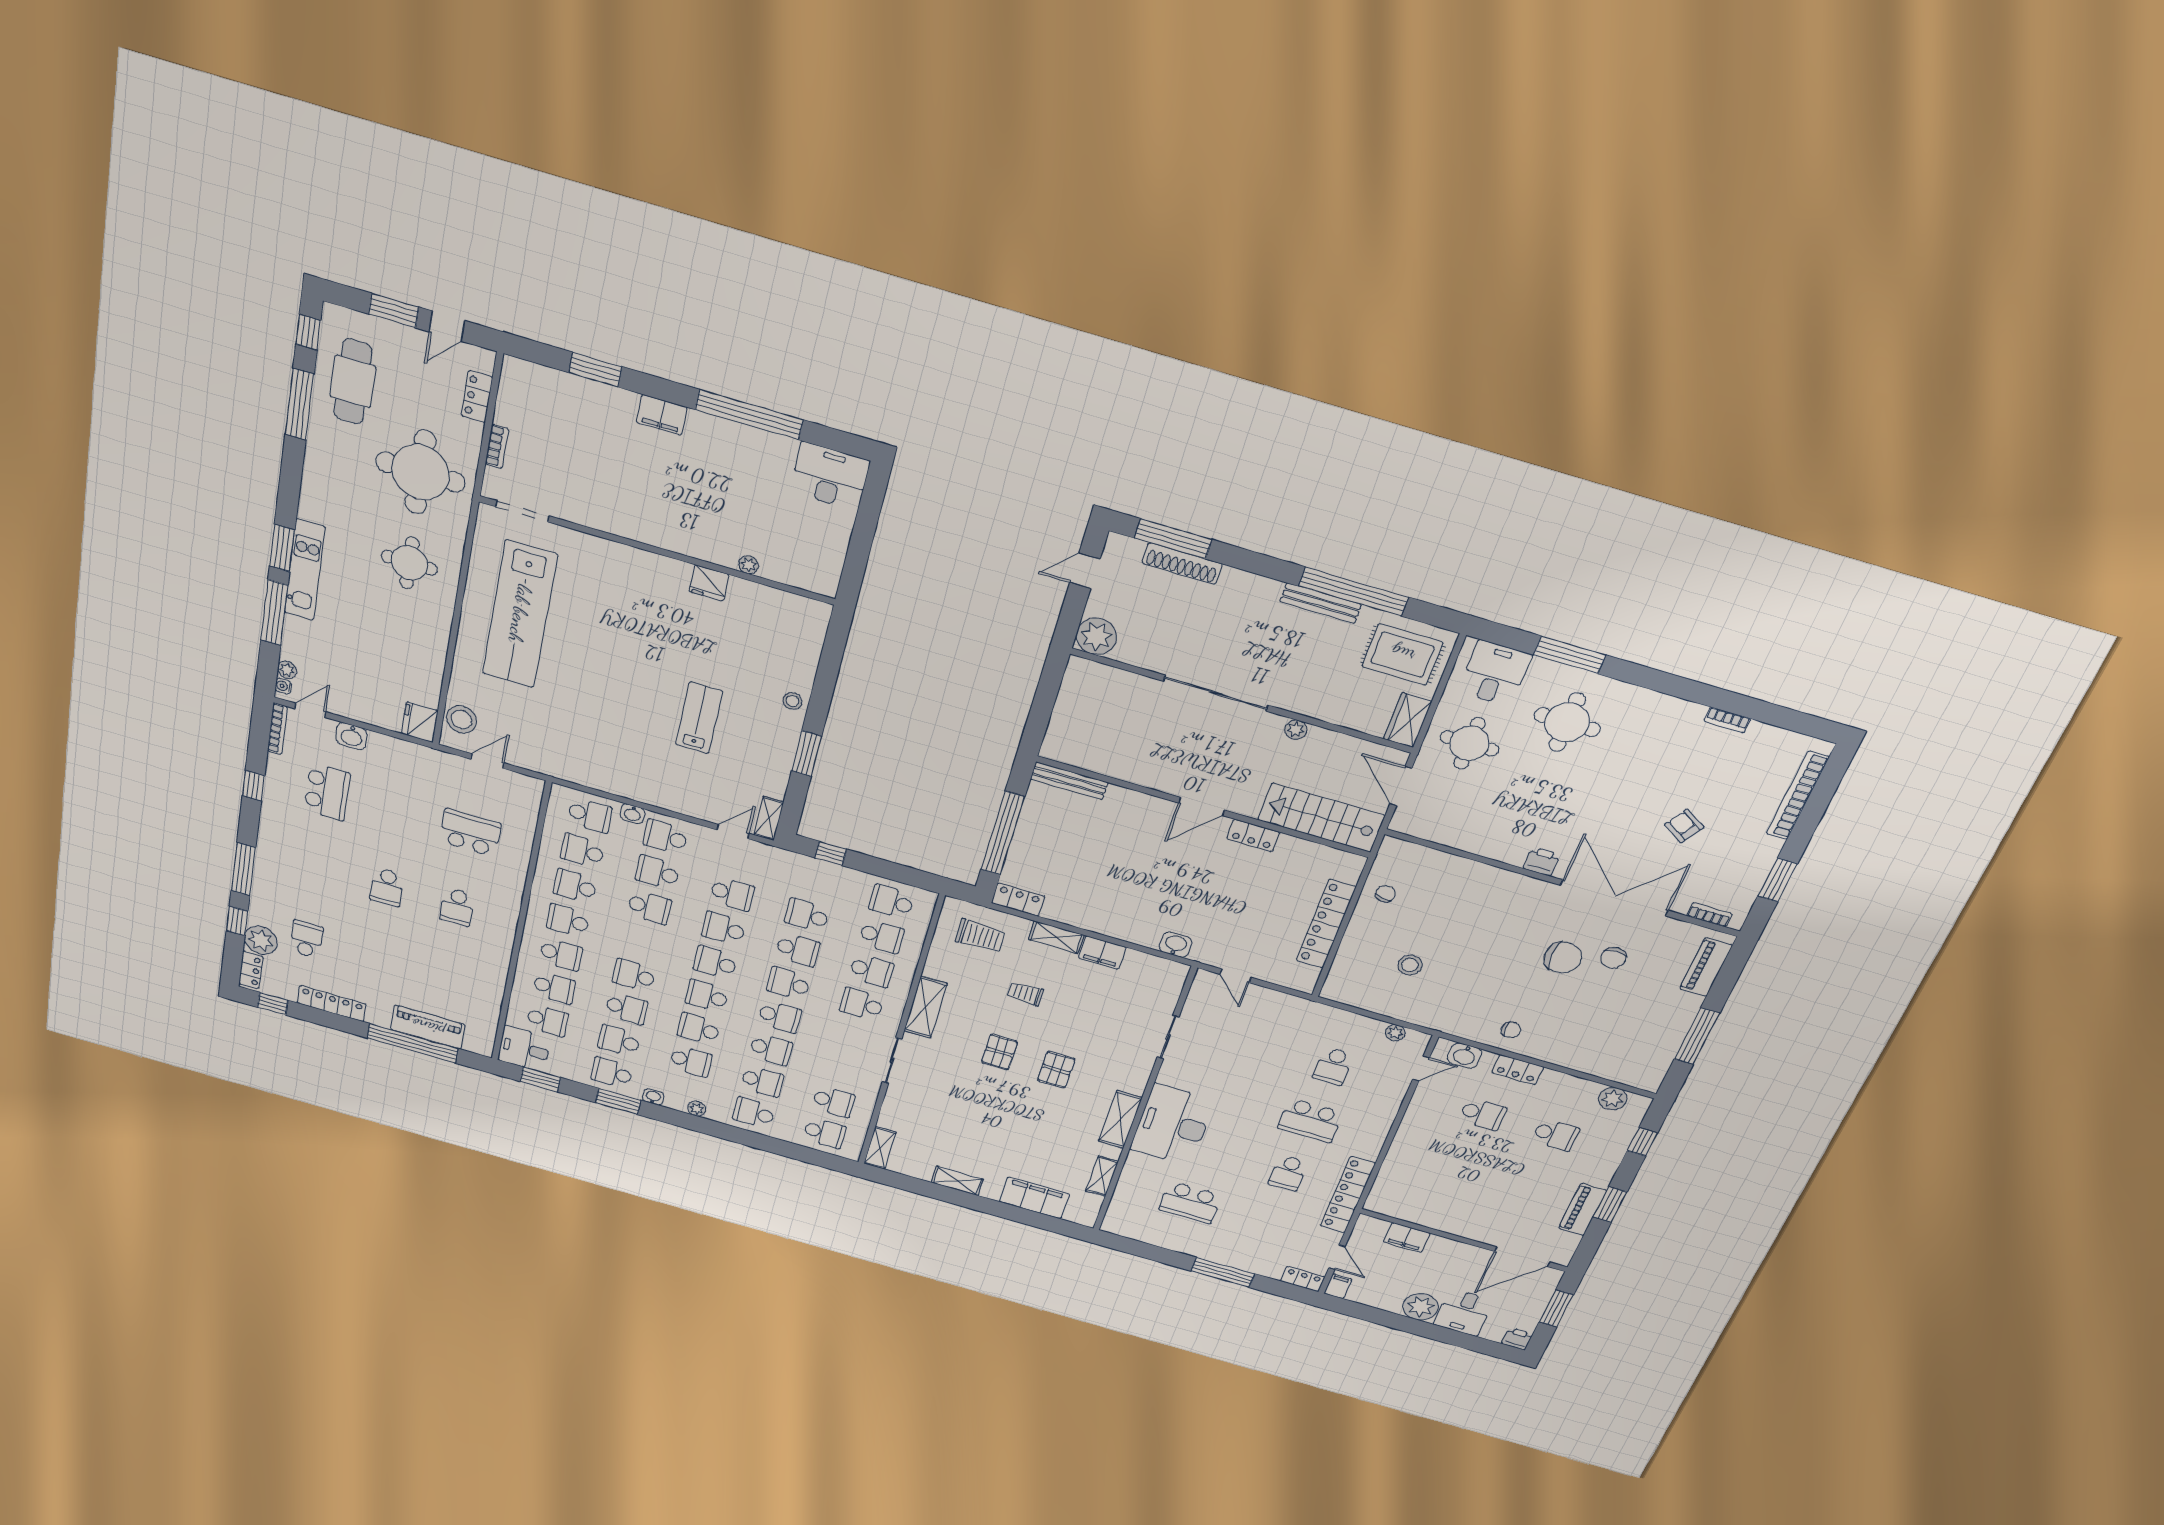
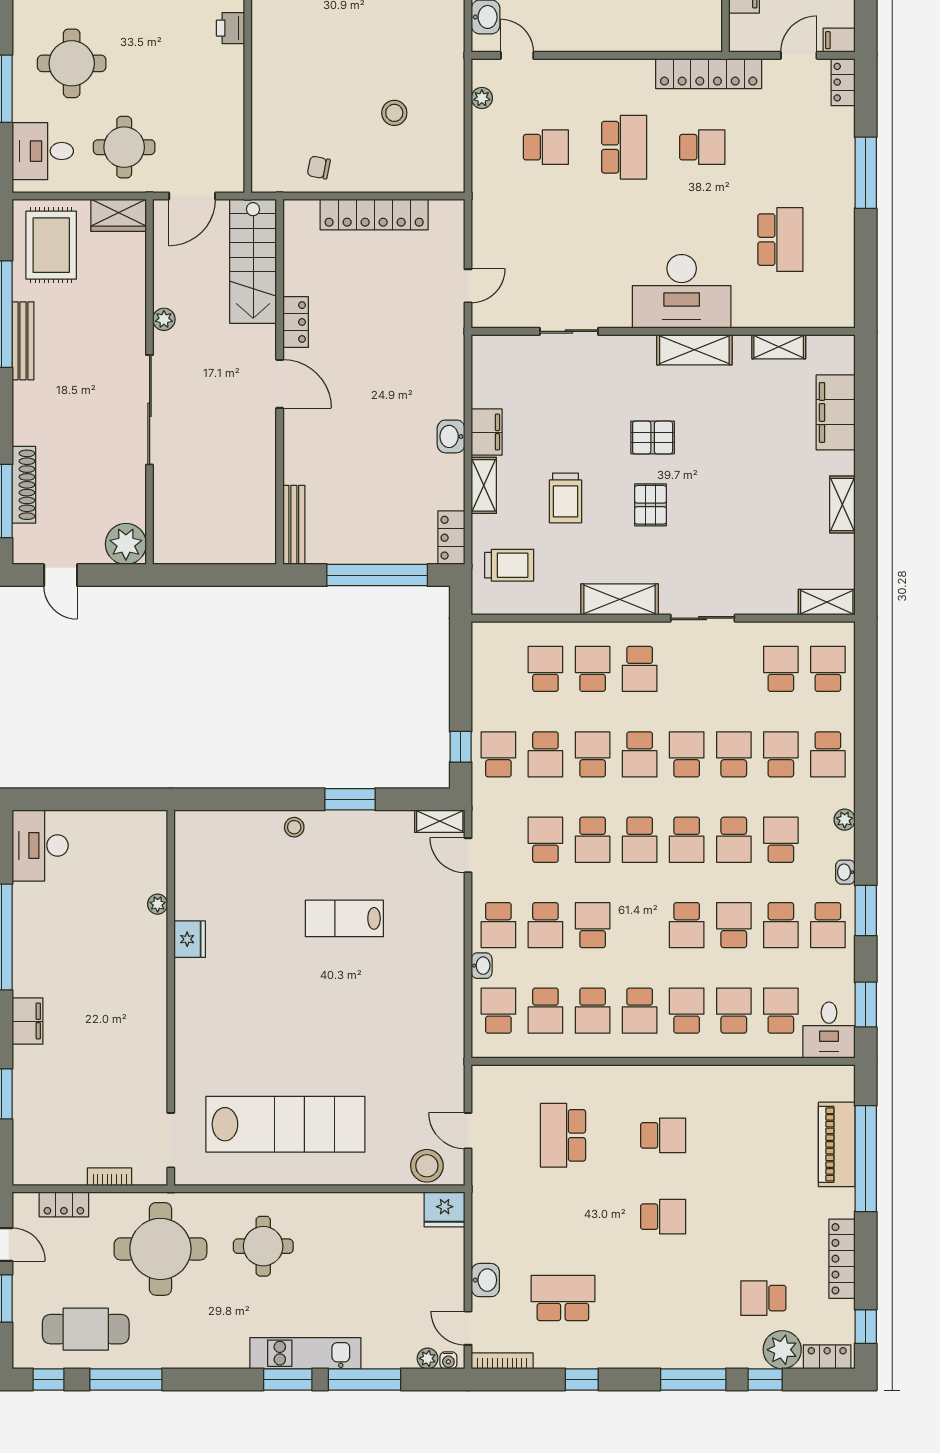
school desk: (892, 902) -> (498, 754), moved, turned 180
trolley: (980, 936) -> (509, 565), turned 90
washbasin: (1176, 945) -> (451, 436), moved
trolley: (1025, 994) -> (566, 498), width x1.36, depth x1.39
pallet: (999, 1052) -> (651, 505), turned 90

